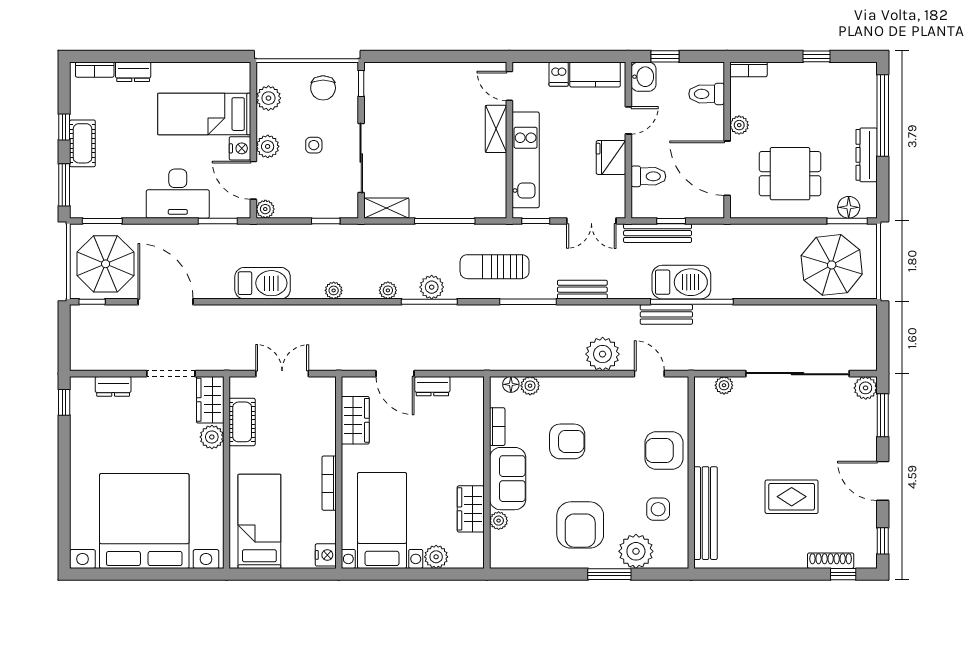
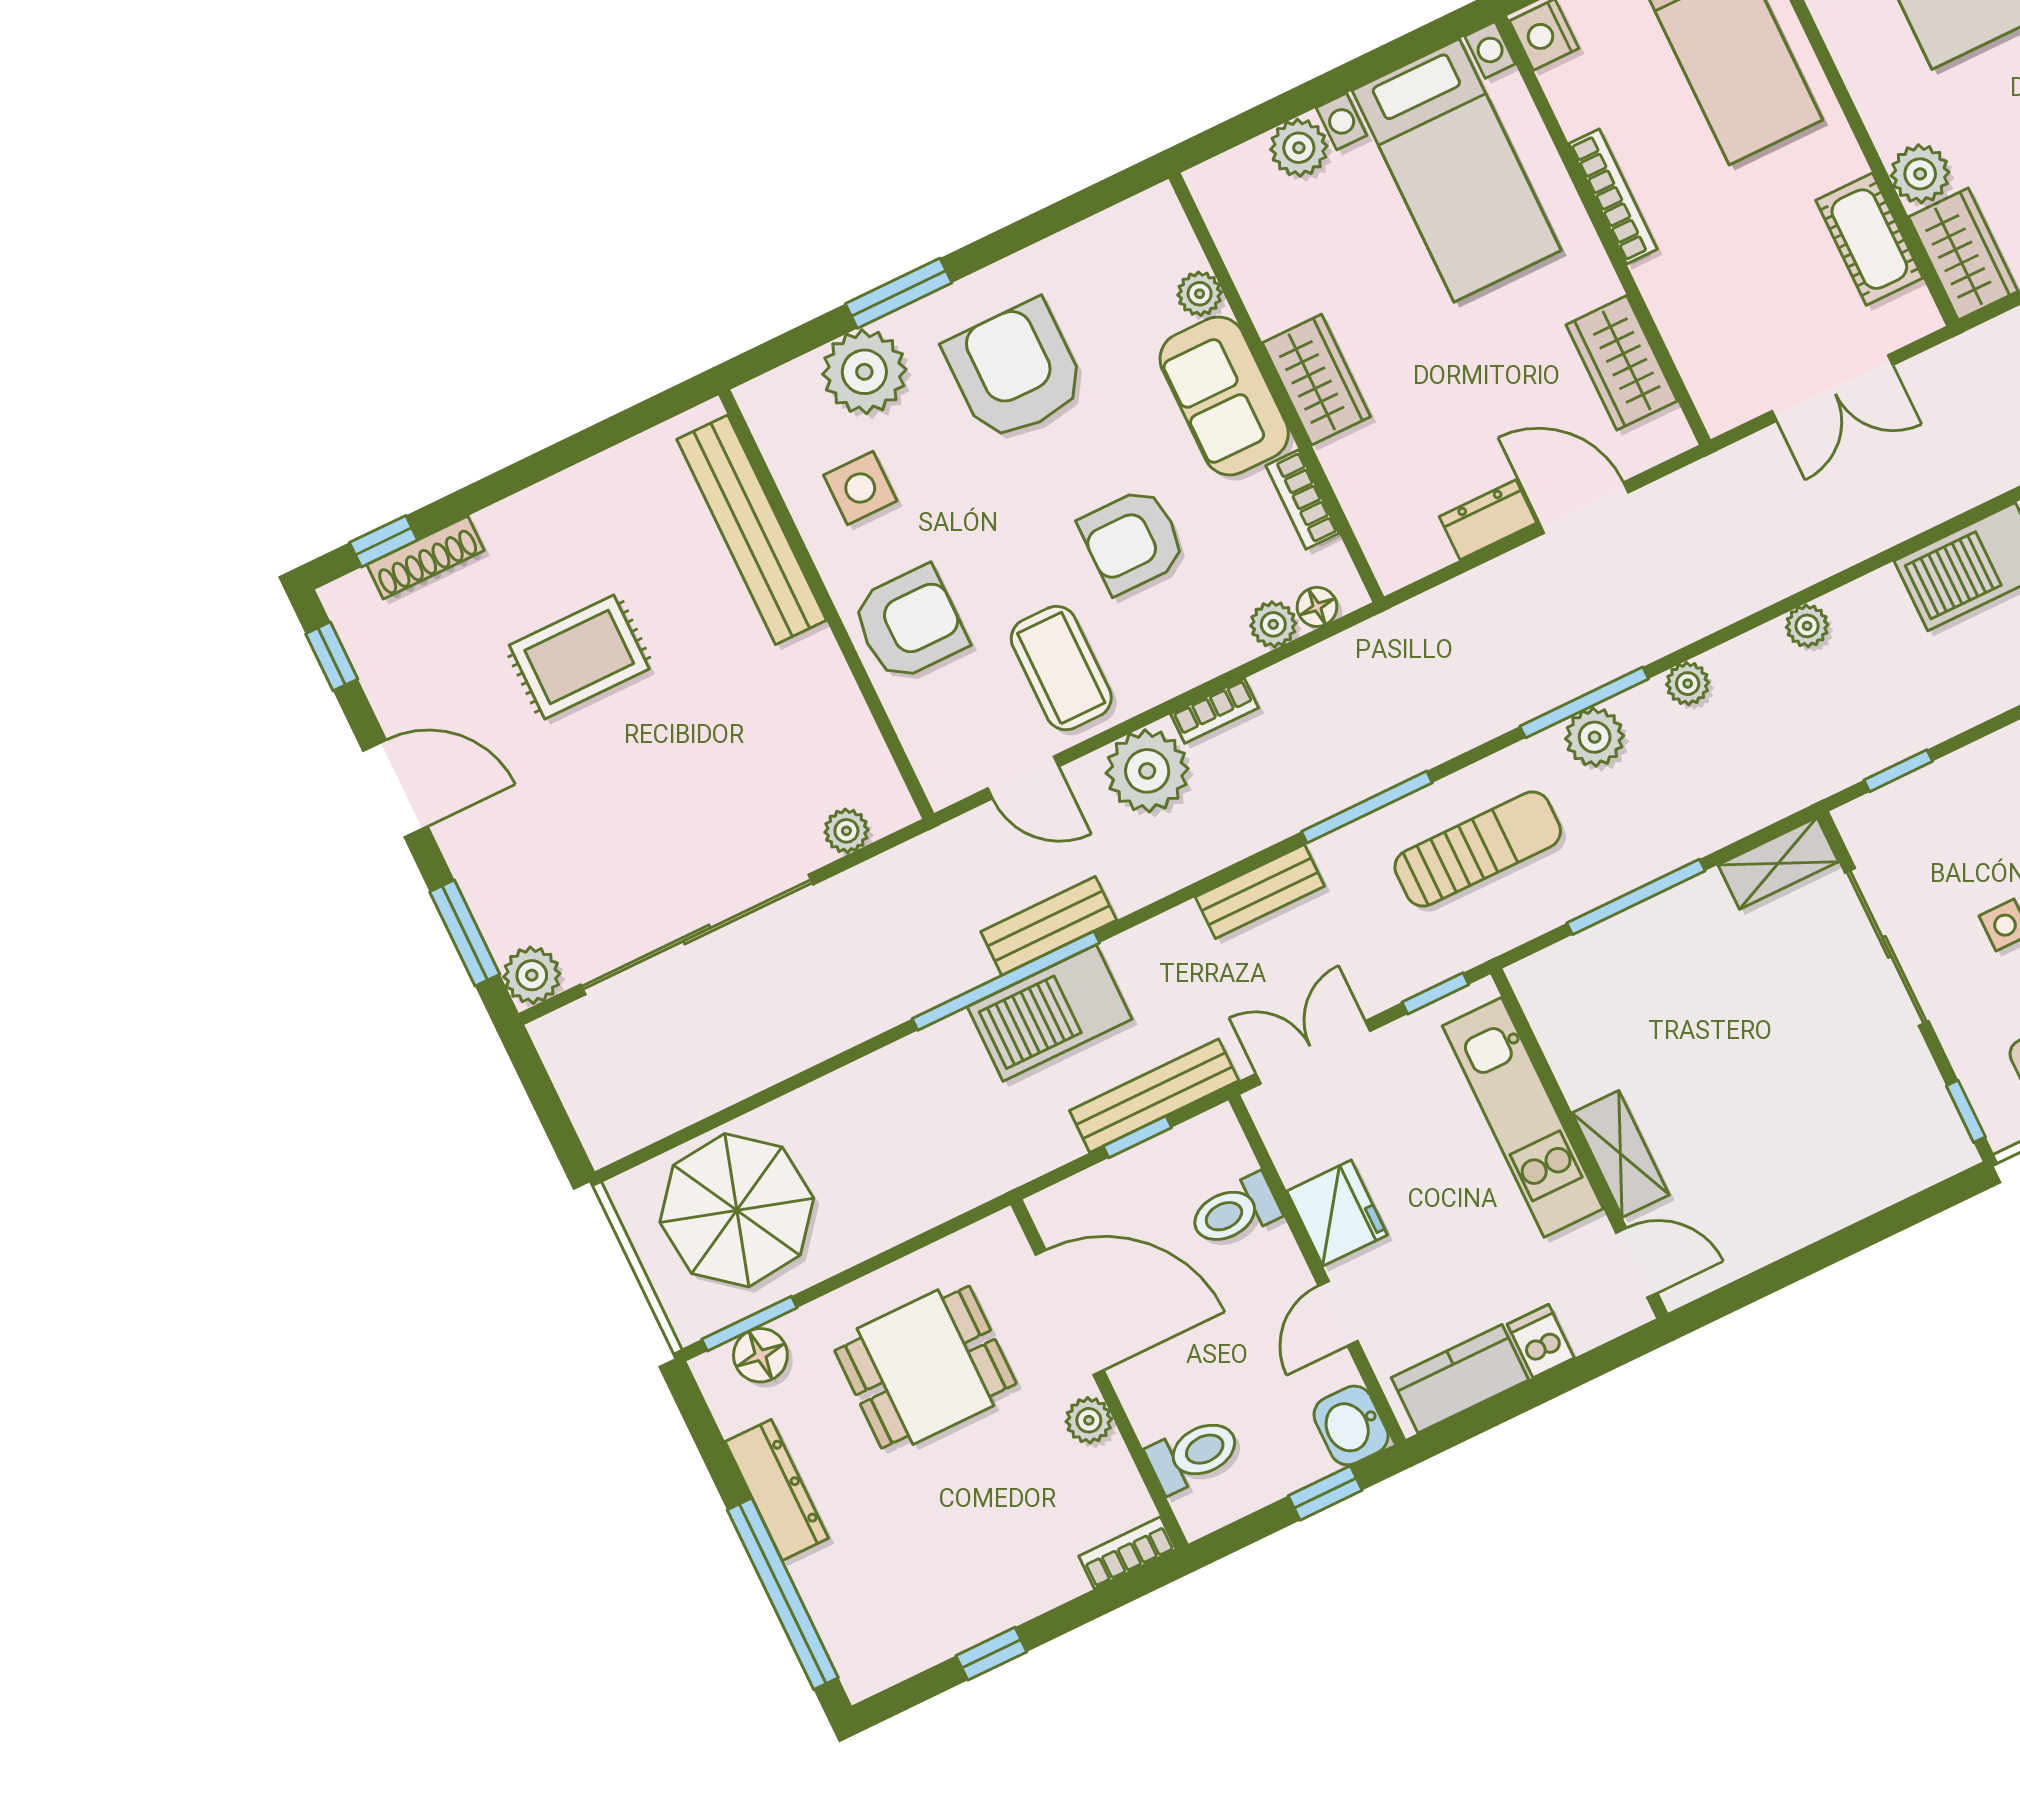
bookcase: (567, 364) -> (1215, 711), added
coffee table: (616, 407) -> (1061, 668), added
wardrobe: (471, 509) -> (1316, 380), moved

